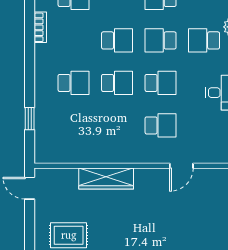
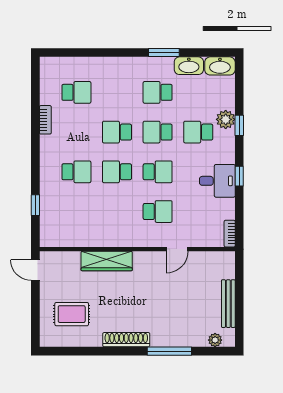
school desk: (117, 40) -> (117, 132), turned 180
school desk: (117, 83) -> (117, 172), turned 180

